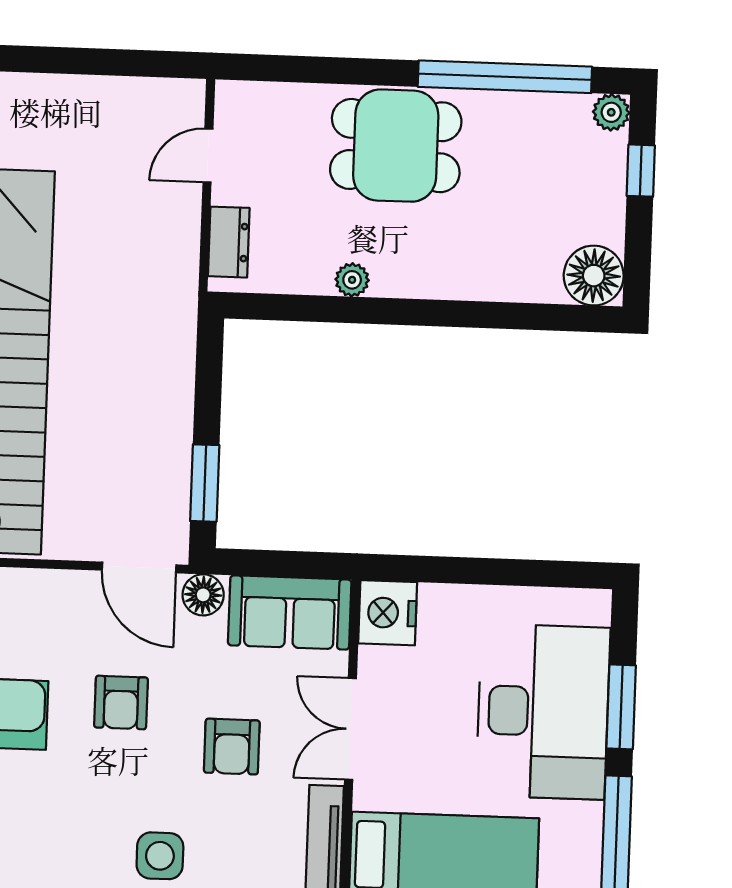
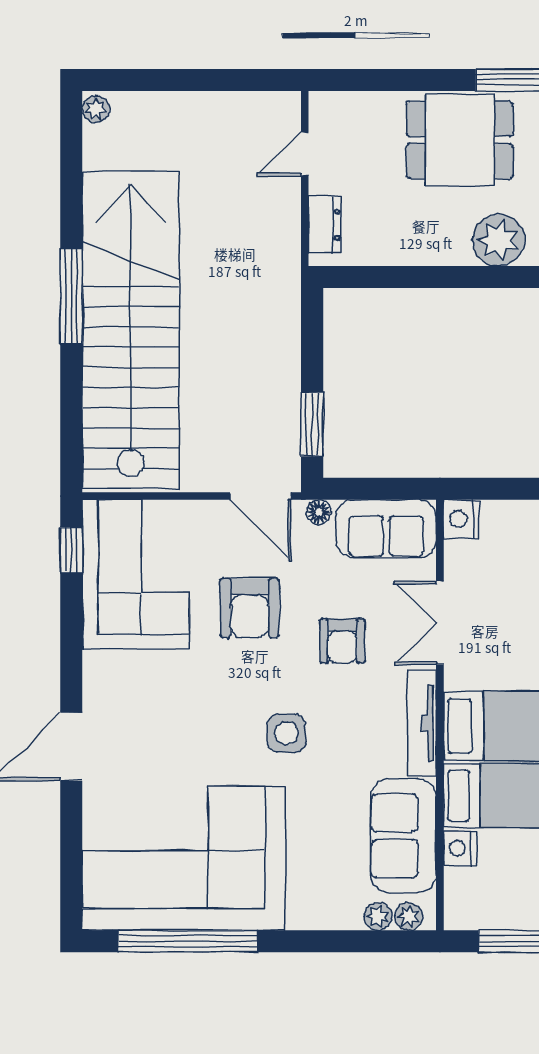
plant: (352, 280) -> (499, 240), moved, width x1.87, depth x1.87
floor lamp: (203, 595) -> (319, 512), width x0.73, depth x0.73
nightstand: (388, 613) -> (461, 519), width x0.74, depth x0.75
armchair: (121, 702) -> (250, 608), width x1.38, depth x1.38

